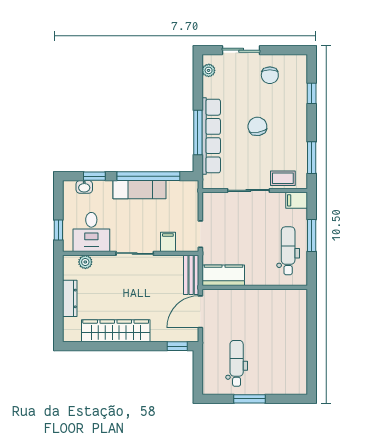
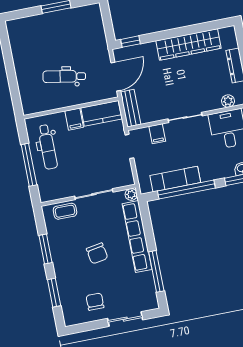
plant: (209, 70) -> (131, 194), moved
window: (312, 93) -> (54, 293), width x1.50
window: (198, 133) -> (156, 271), moved
window: (312, 158) -> (45, 249), moved
exam couch: (139, 190) -> (175, 179), moved
filing cabinet: (297, 200) -> (74, 119), moved, turned 90
window: (312, 236) -> (29, 165), width x1.44
dental chair: (237, 363) -> (64, 76), moved, turned 100

